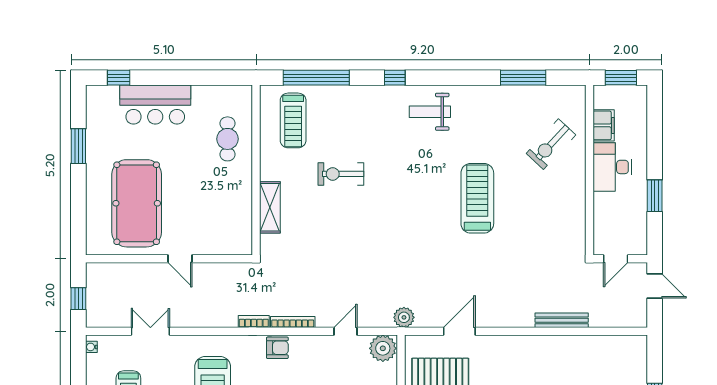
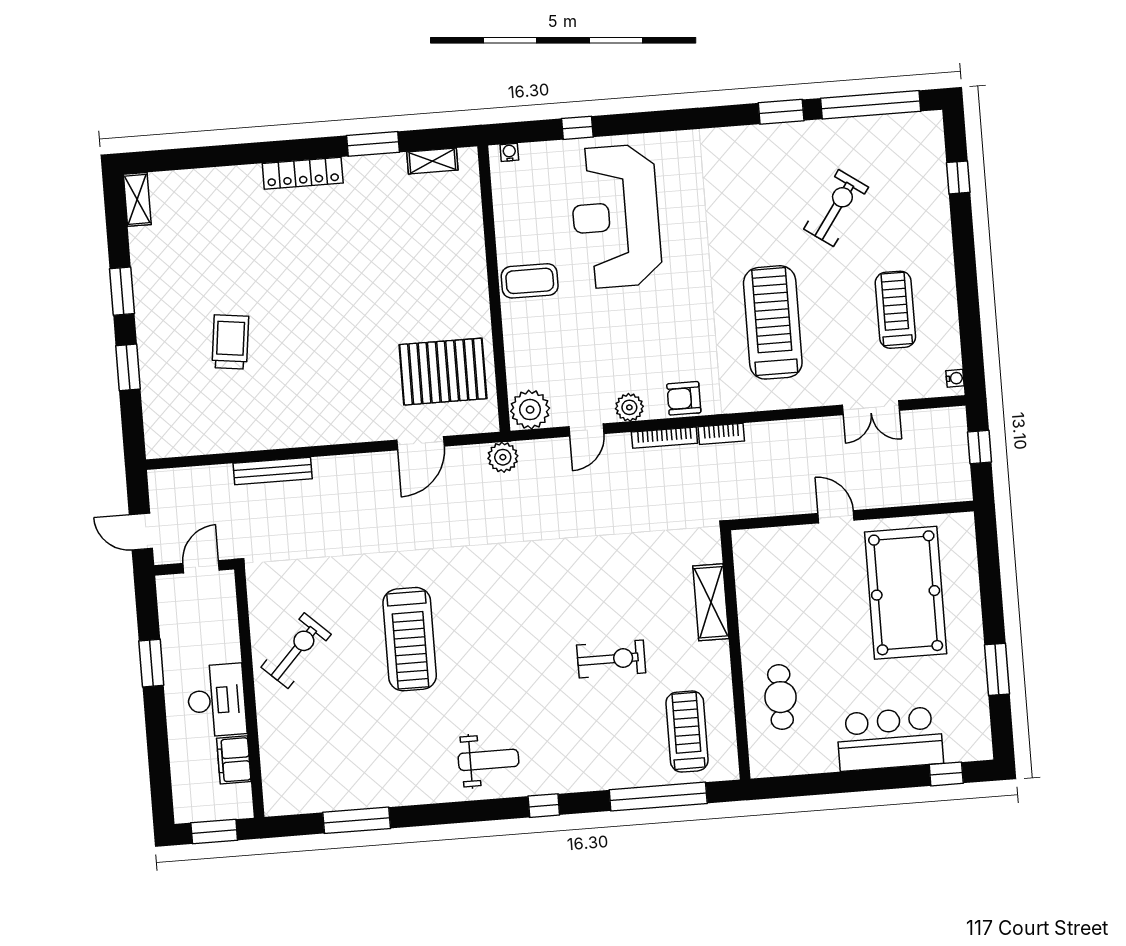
exercise bike: (551, 144) -> (296, 651), moved
plant: (315, 345) -> (629, 407), added

